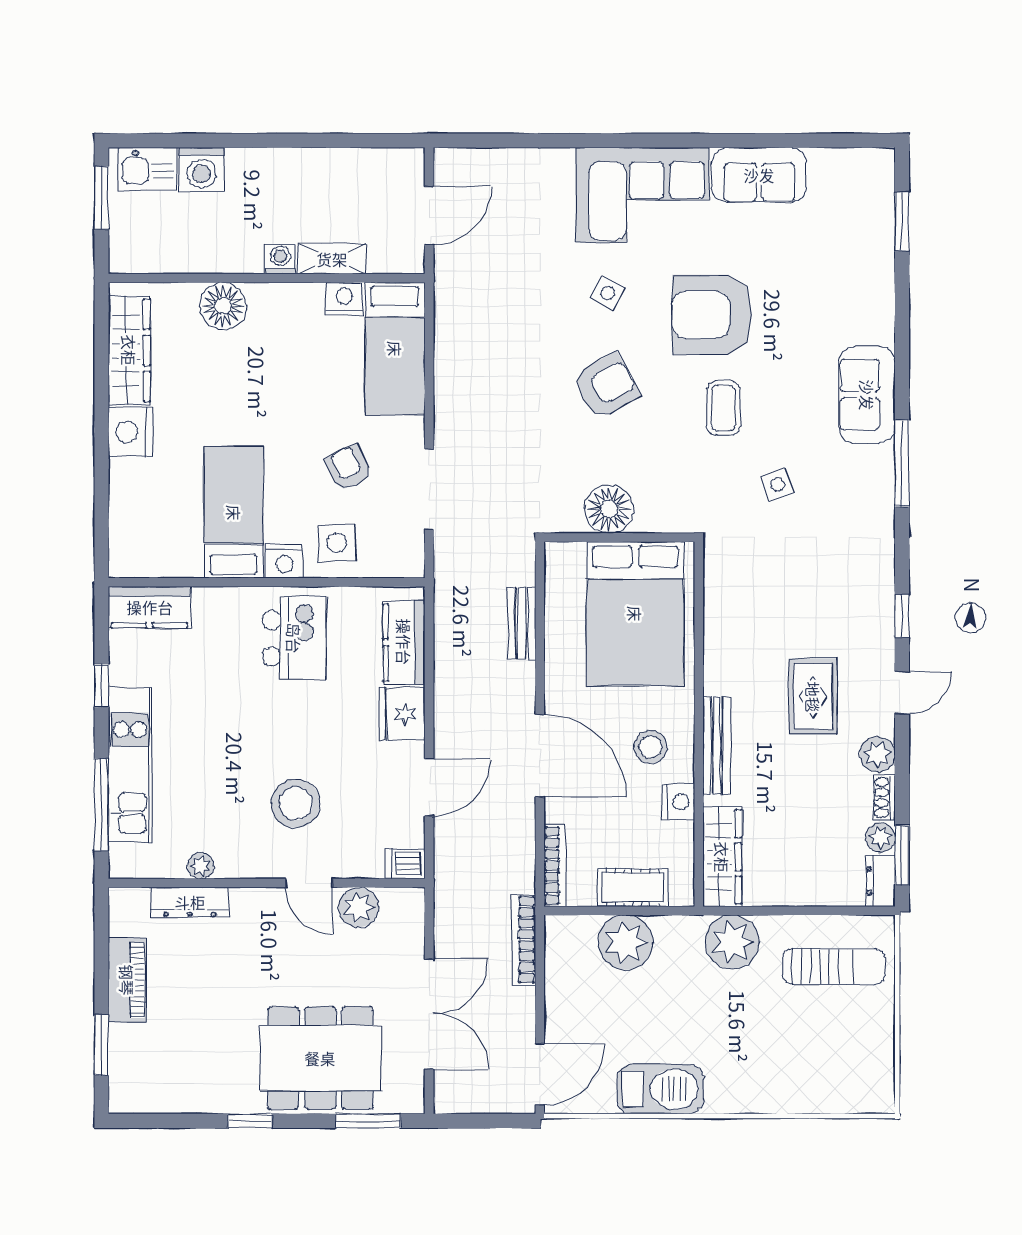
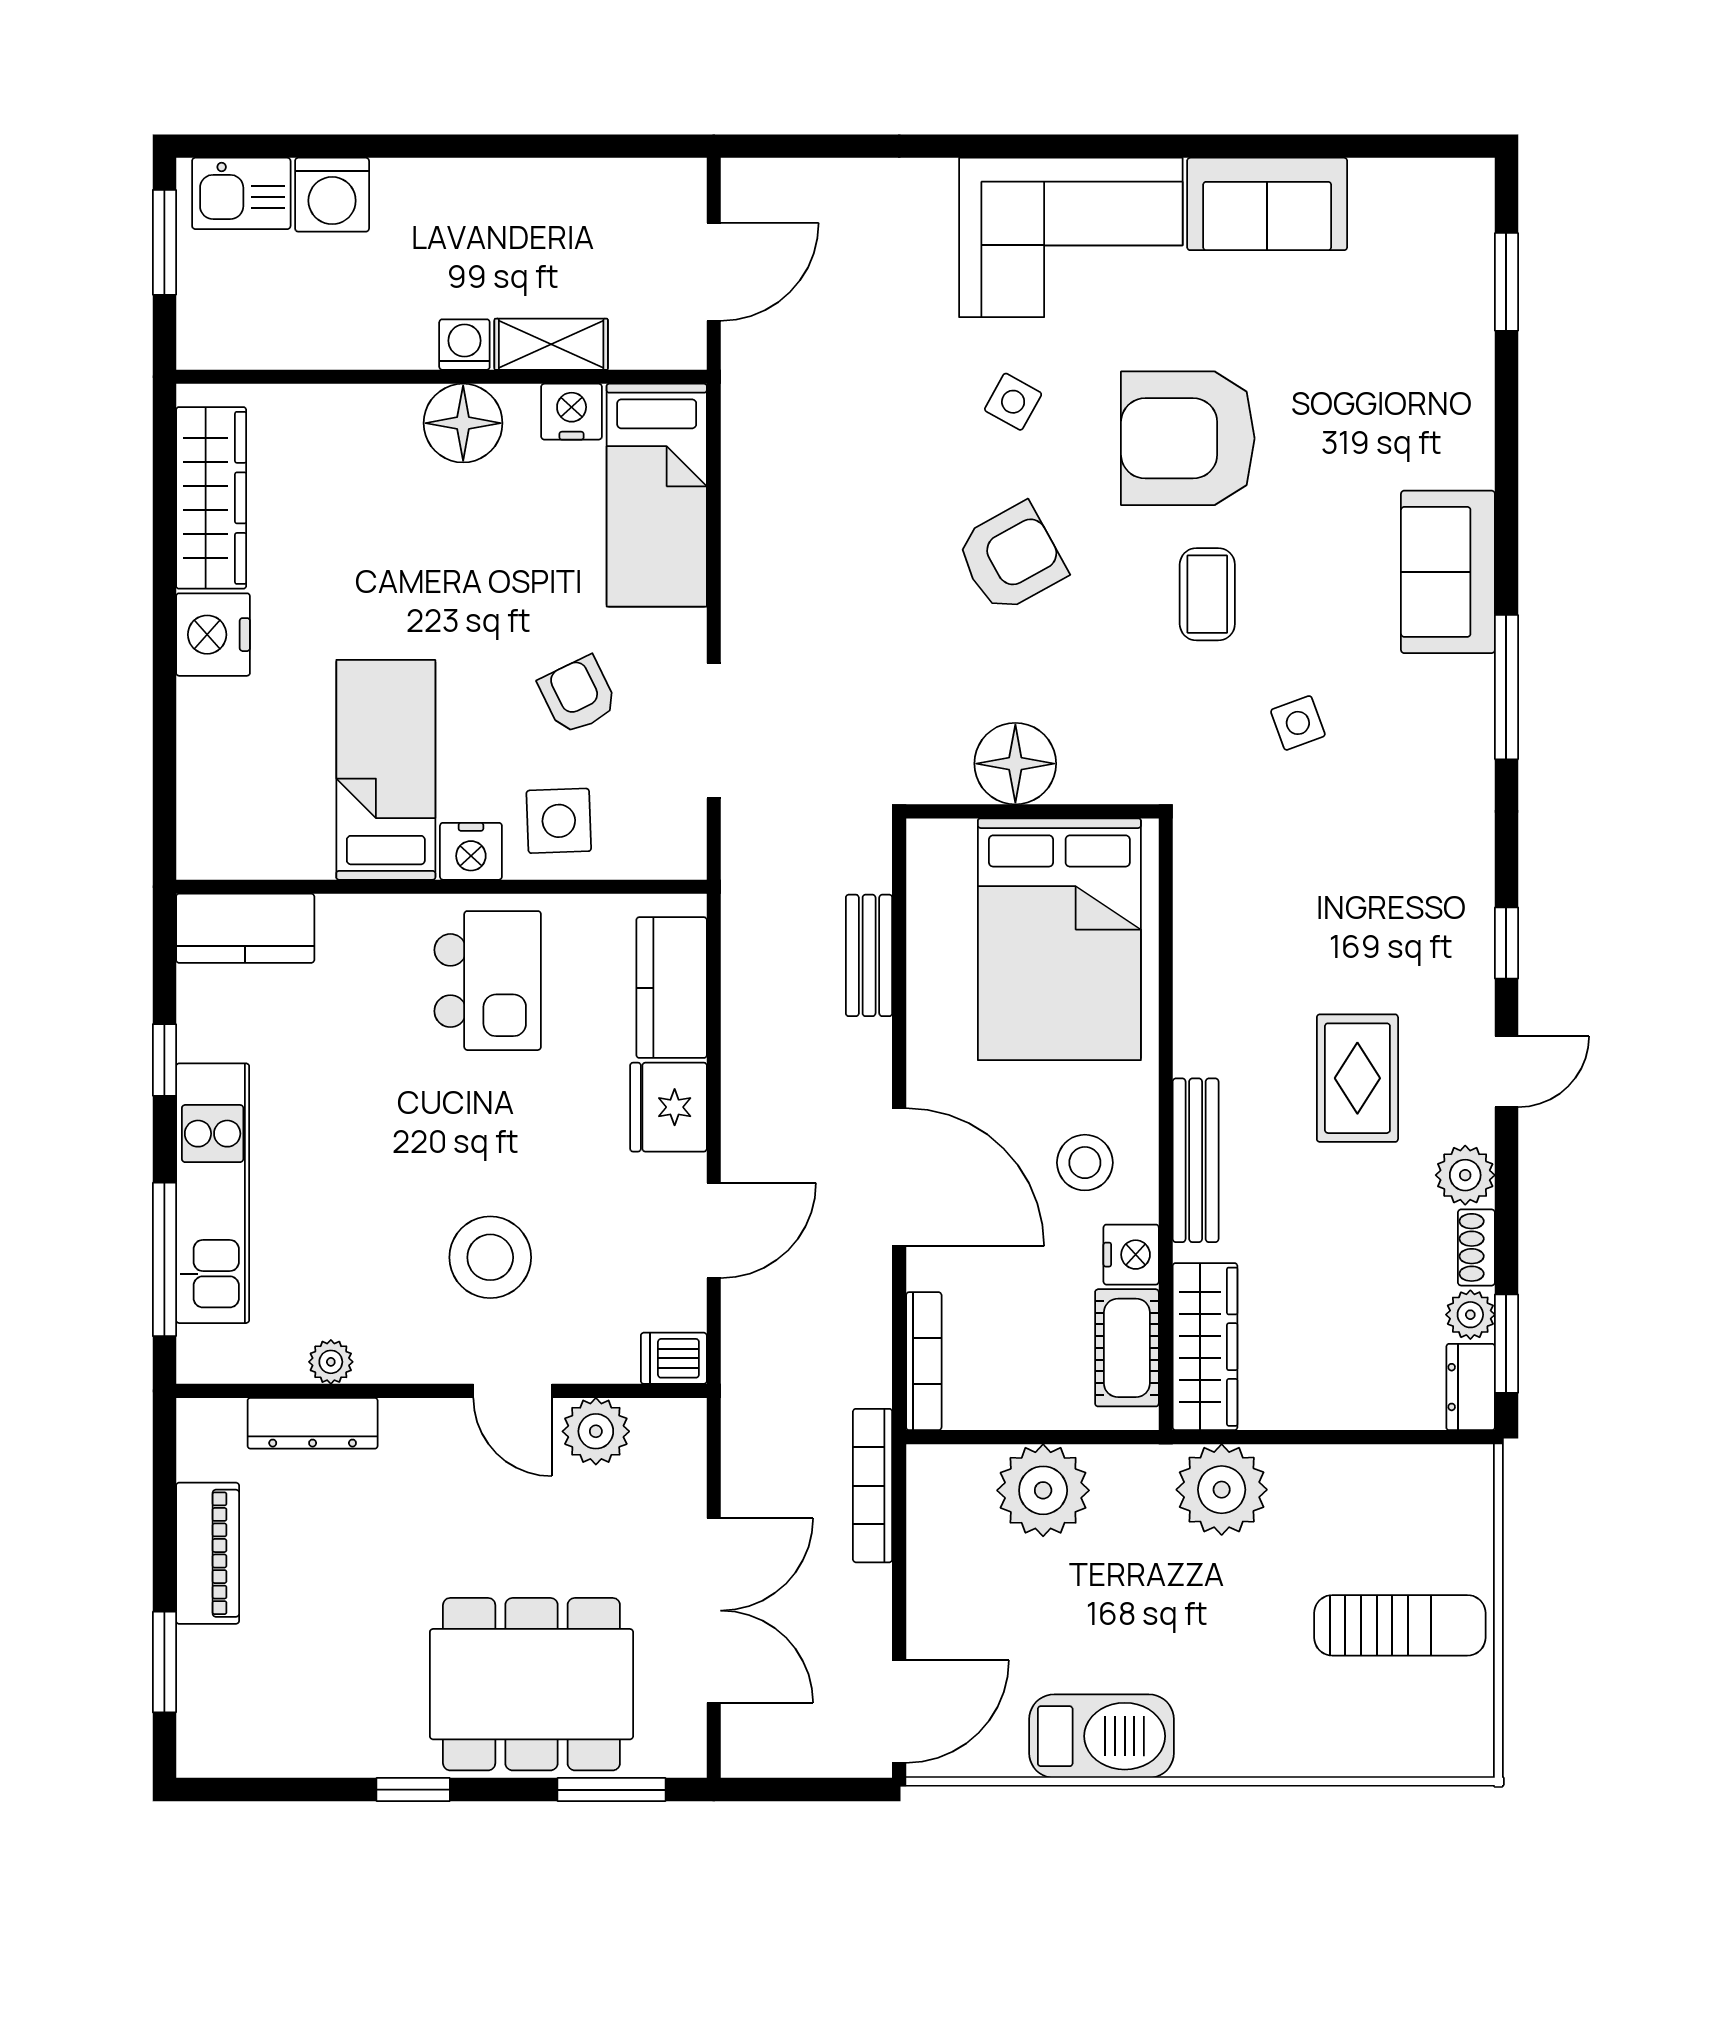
floor lamp: (223, 306) -> (463, 423), moved
cot: (633, 888) -> (1127, 1348), moved, turned 90
sun lounger: (834, 967) -> (1400, 1625), moved

